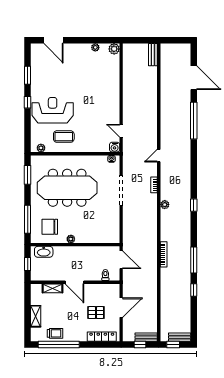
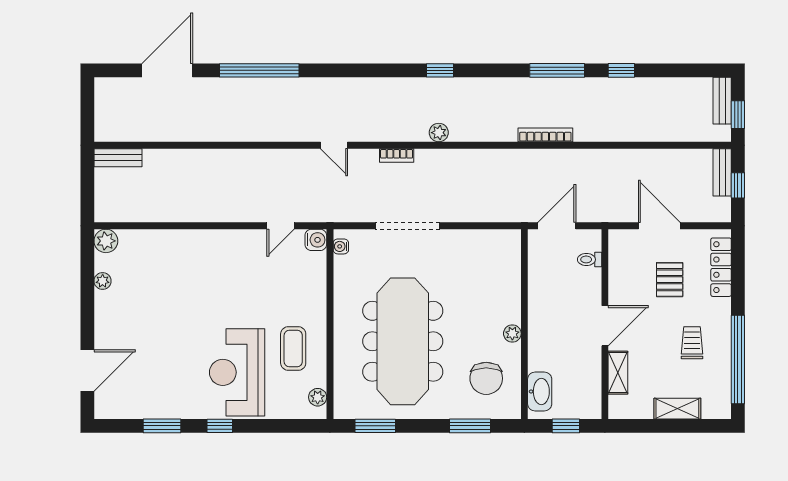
window: (28, 219) -> (470, 426), width x0.69
trolley: (55, 333) -> (692, 343), moved

